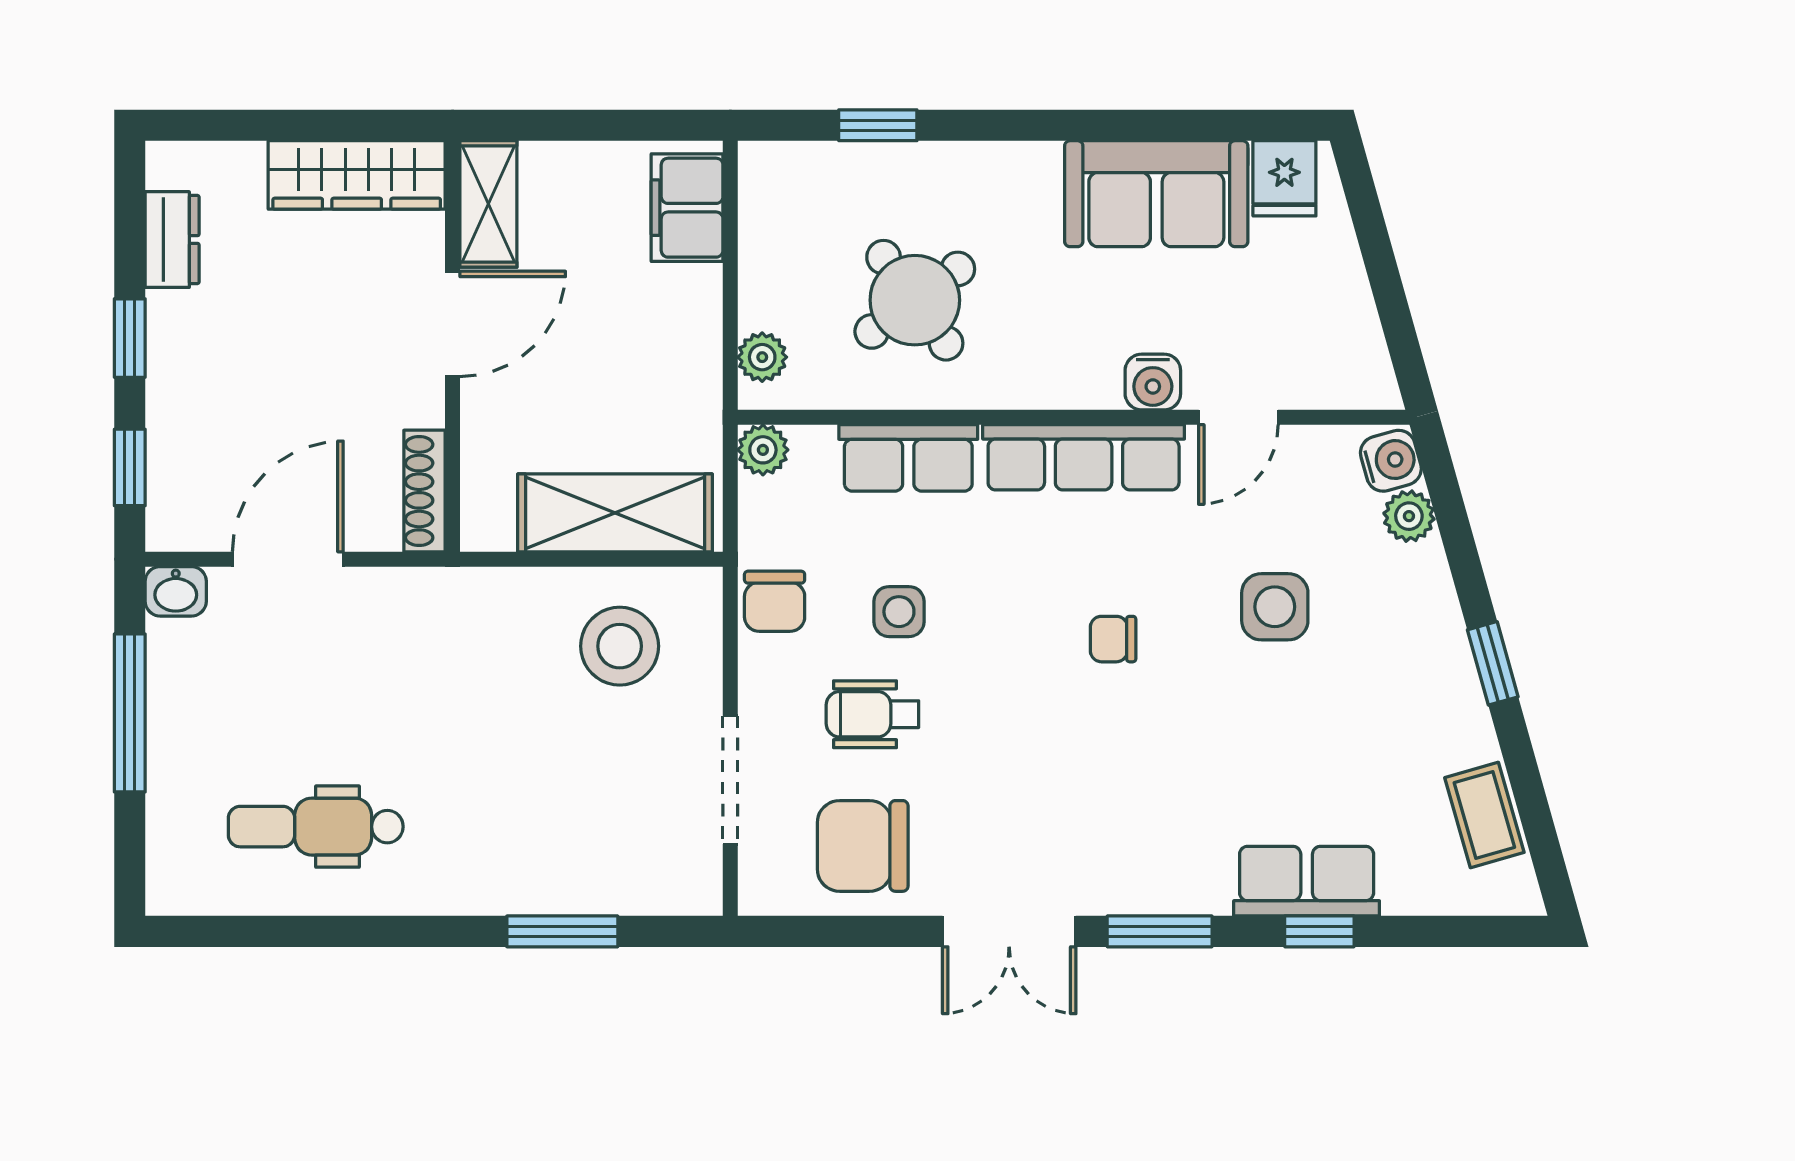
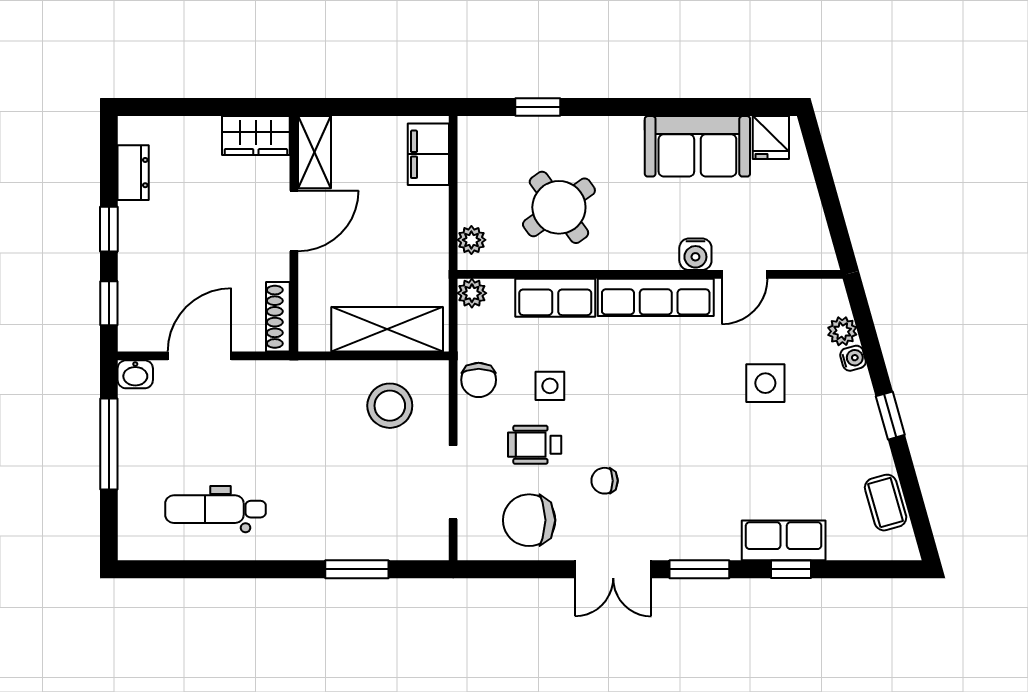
wardrobe: (357, 175) -> (256, 136), width x0.67
water cooler: (1391, 461) -> (853, 358), moved, width x0.72, depth x0.72
chair: (1113, 639) -> (605, 481), moved

